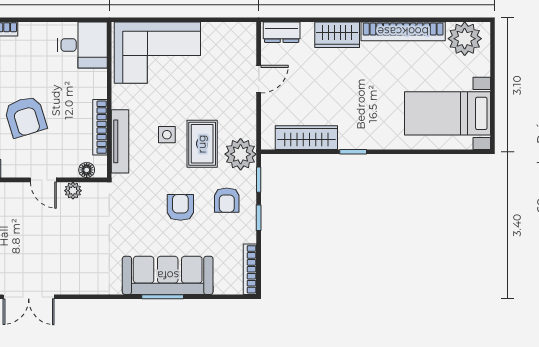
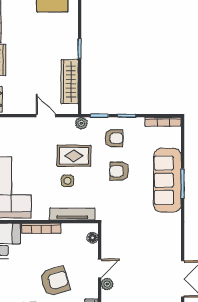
door: (259, 79) -> (46, 116), moved
bookcase: (100, 127) -> (41, 228), moved
plant: (241, 154) -> (81, 123), width x0.53, depth x0.53
plant: (73, 191) -> (107, 284), moved

